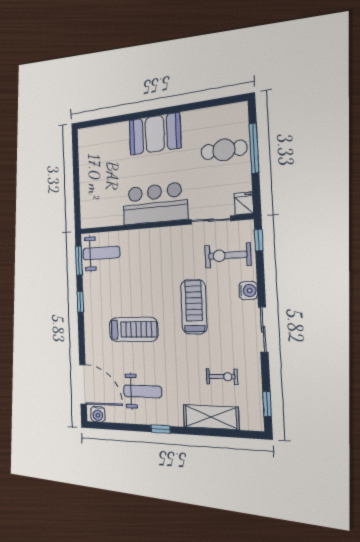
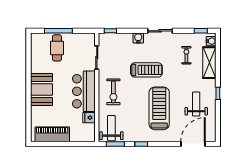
piano: (89, 161) -> (52, 134), added
fridge: (244, 203) -> (89, 118), moved
exercise bike: (228, 255) -> (113, 92), moved
treadmill: (194, 307) -> (146, 70), turned 180
treadmill: (133, 329) -> (159, 108), width x1.37, depth x1.38
water cooler: (98, 414) -> (211, 41), moved

